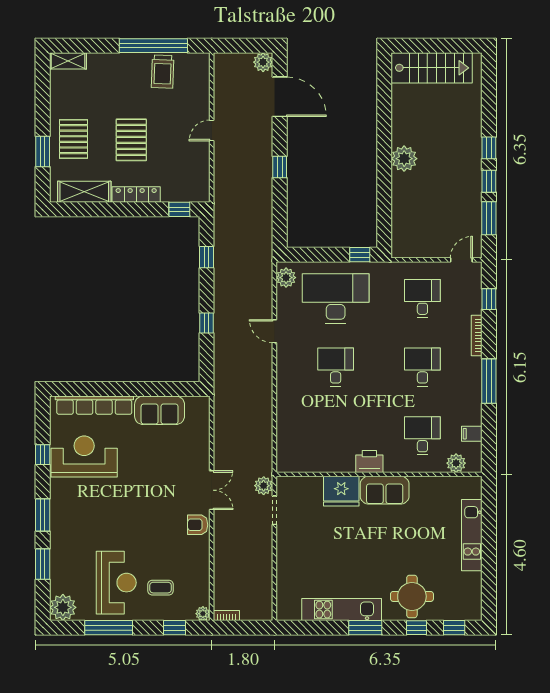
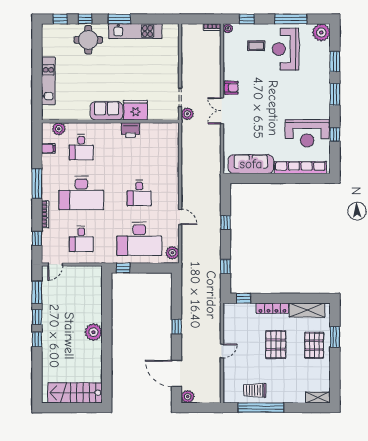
trolley: (163, 72) -> (255, 390), turned -92
desk: (422, 367) -> (81, 193), width x1.87, depth x1.30
sofa: (160, 410) -> (251, 164), width x1.36
printer: (369, 461) -> (130, 130), moved

